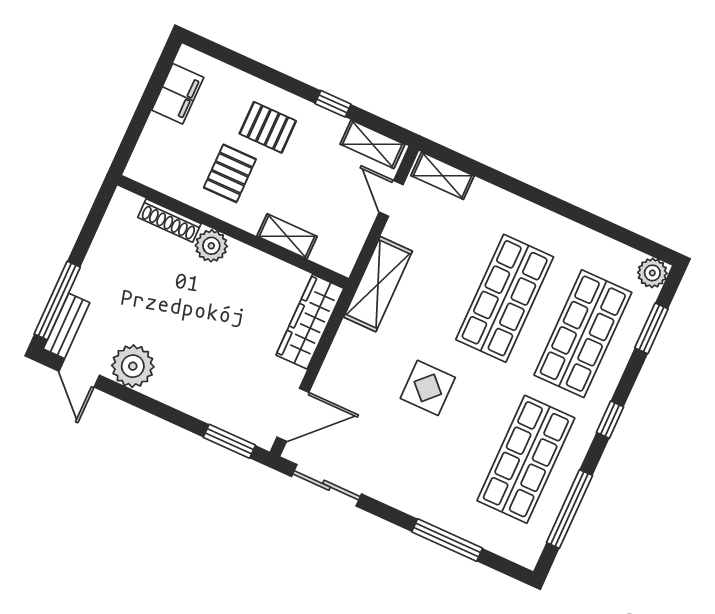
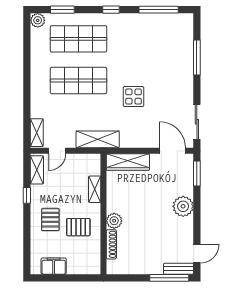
plant: (133, 366) -> (183, 206), moved
shop shelf: (526, 459) -> (145, 39), removed

